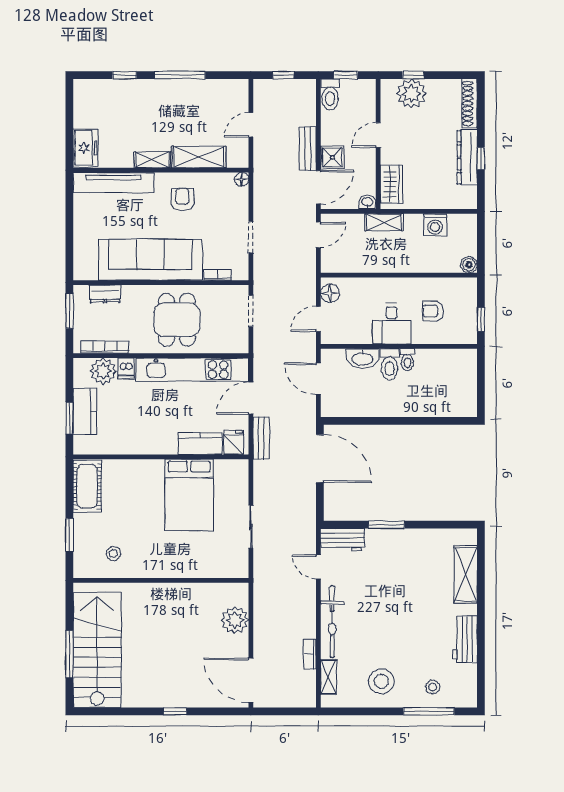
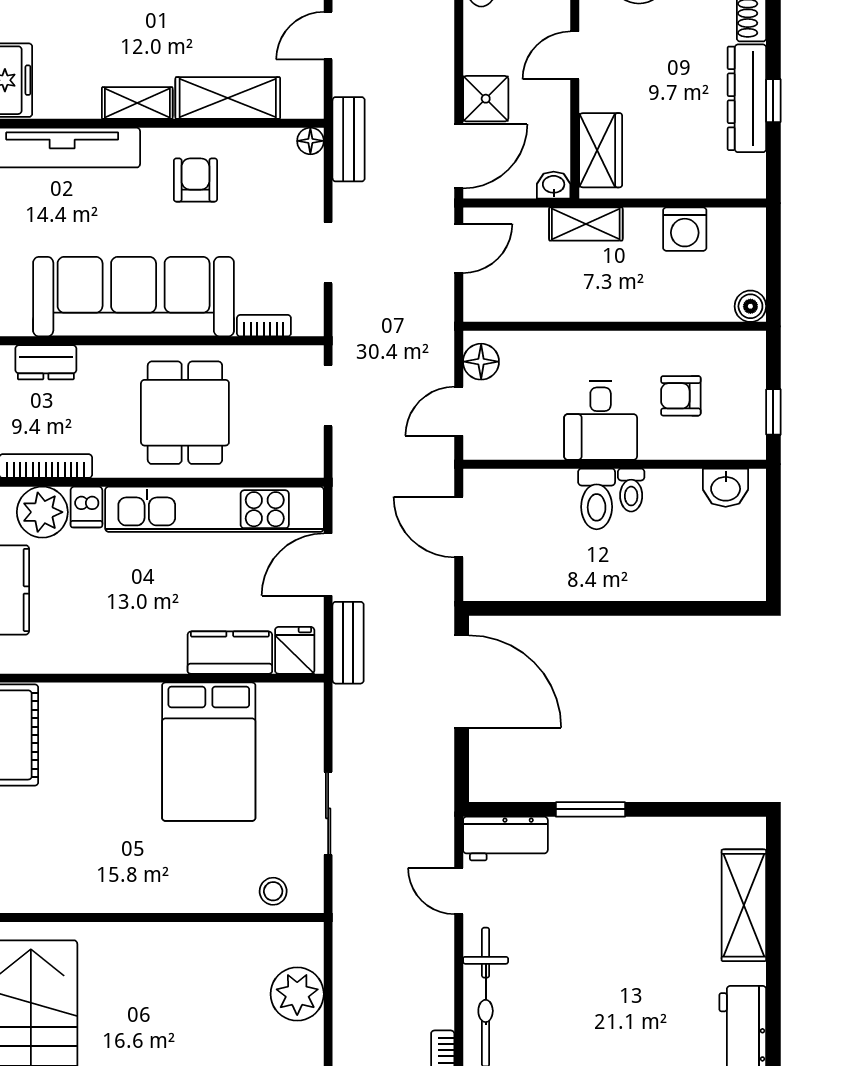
bench: (308, 148) -> (349, 139), moved
washbasin: (362, 358) -> (726, 488), moved, width x0.72
stool: (113, 553) -> (273, 891), moved

